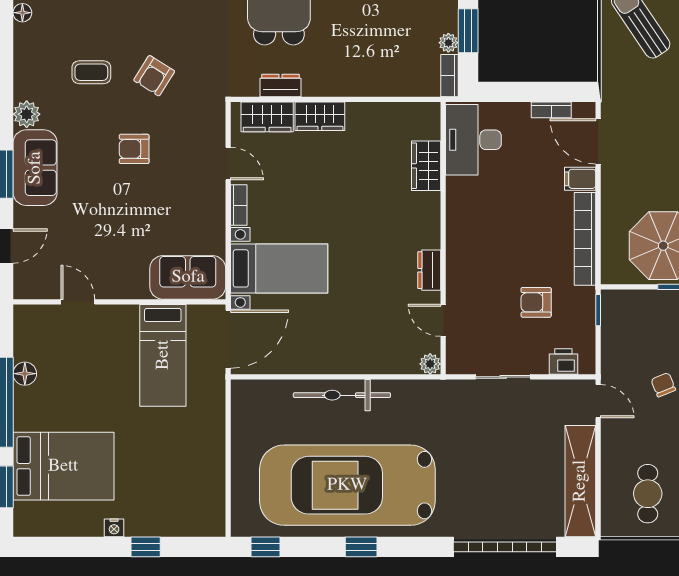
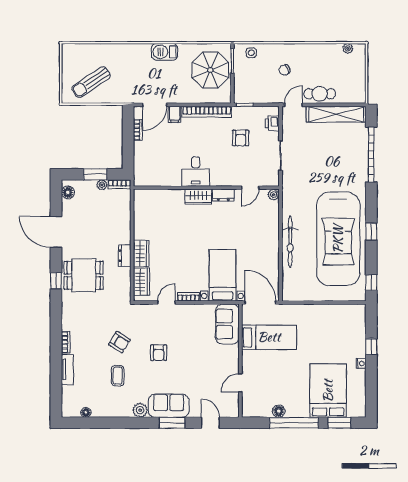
dresser: (281, 85) -> (125, 256), moved
desk: (473, 140) -> (196, 171), moved, width x0.73
wardrobe: (426, 166) -> (198, 197), moved
cafe table: (648, 494) -> (320, 94), moved

